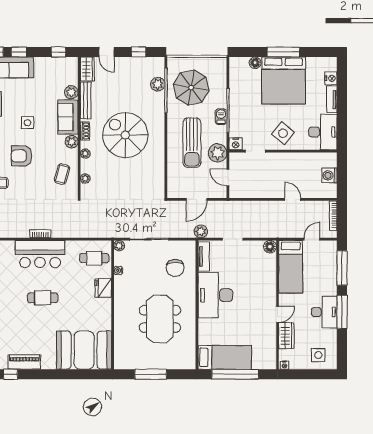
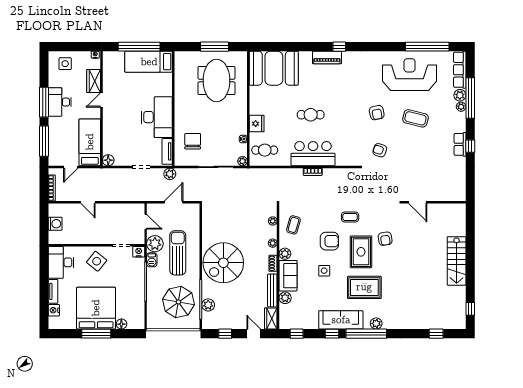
barbecue: (221, 117) -> (152, 260), moved
spiral stairs: (125, 135) -> (223, 263), moved, turned 90
meeting table: (160, 319) -> (217, 81), moved

